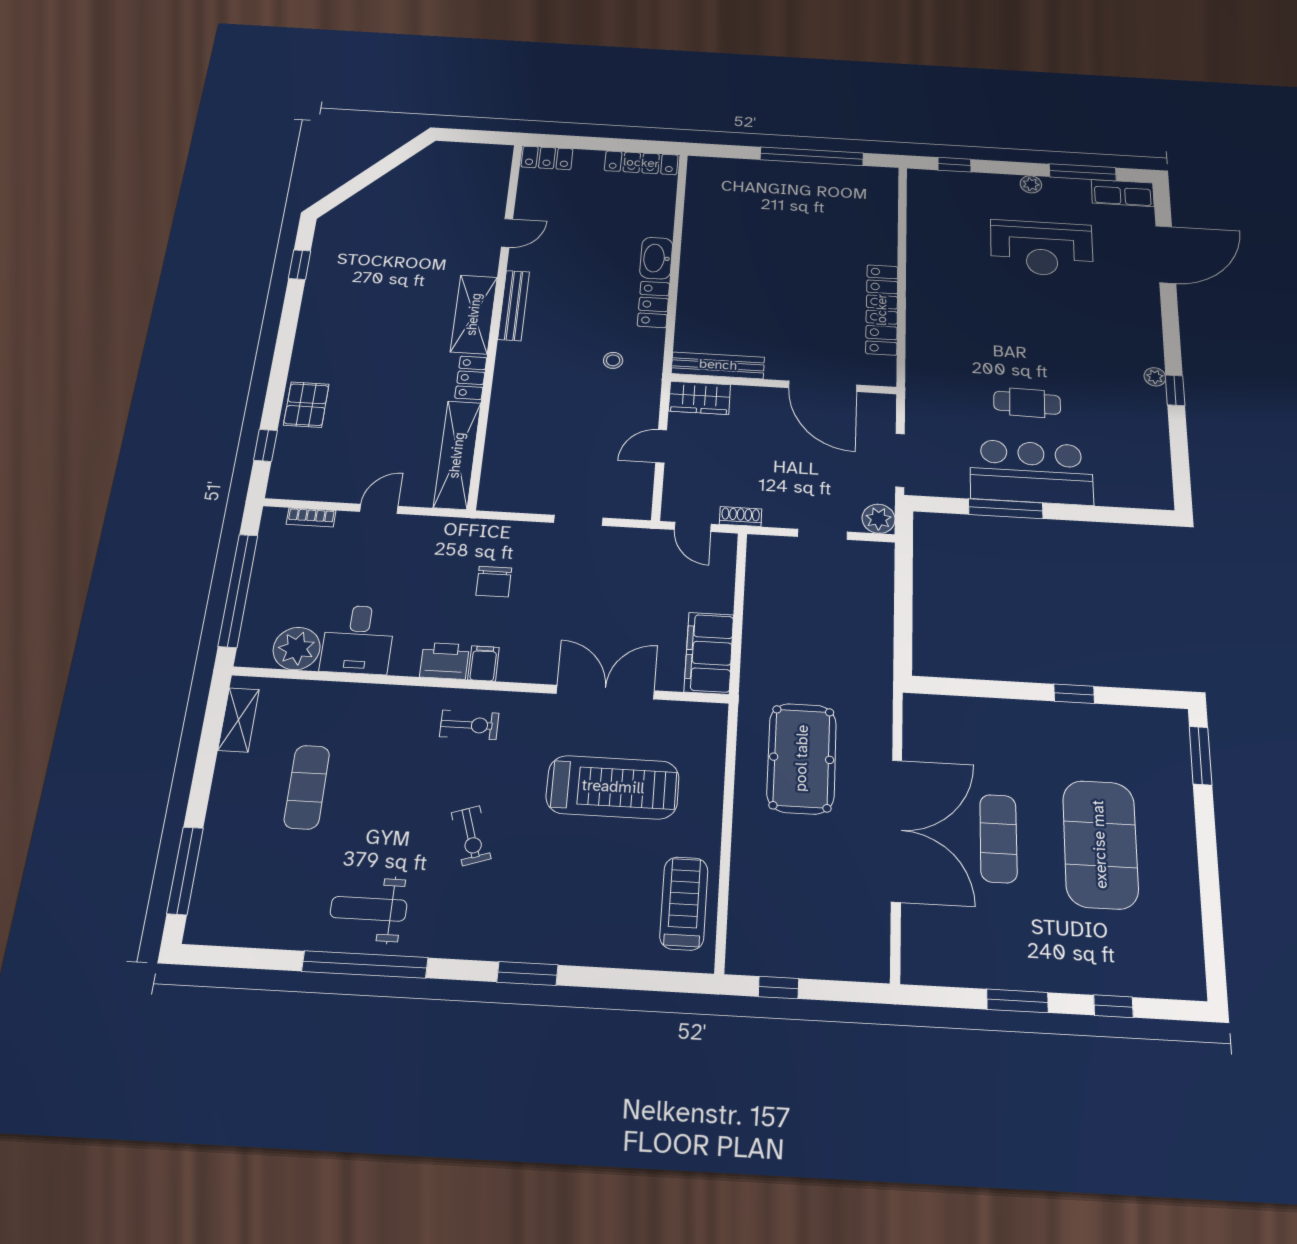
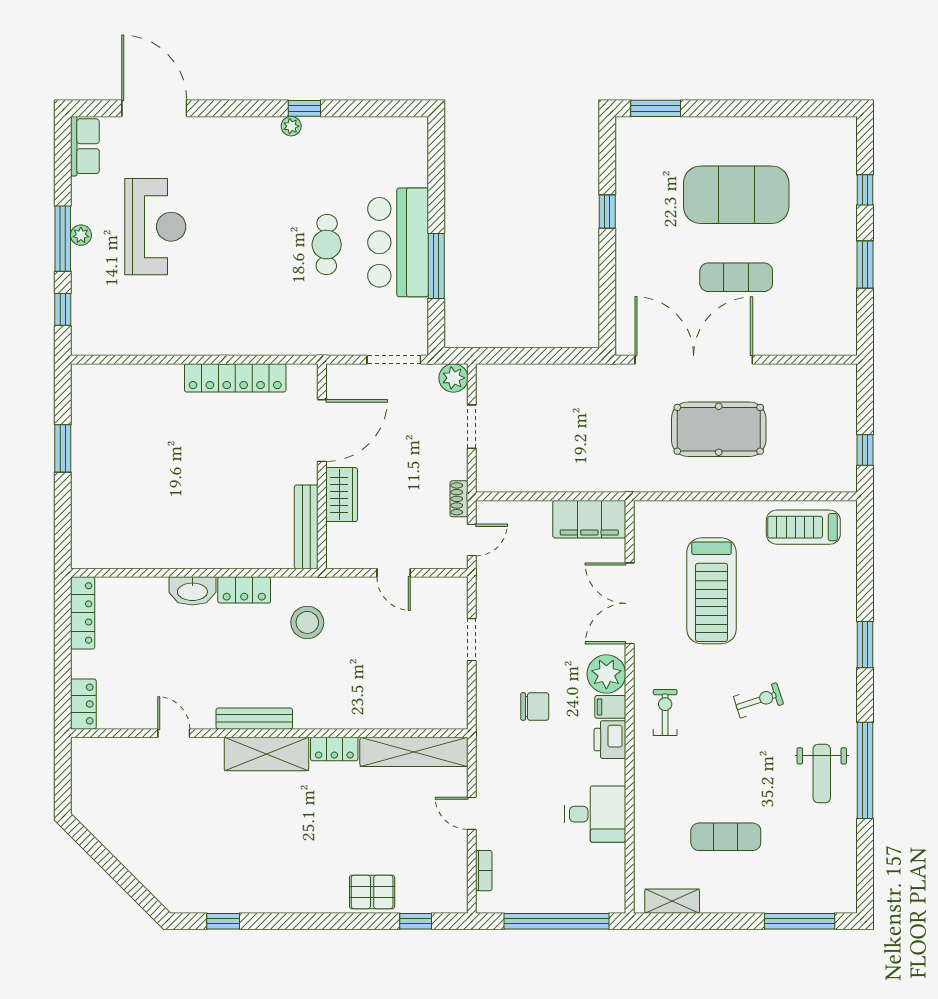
window: (812, 156) -> (63, 448), width x0.47
window: (1083, 172) -> (63, 239), moved
stool: (613, 360) -> (307, 622), width x1.89, depth x1.89
wardrobe: (699, 398) -> (342, 495), moved
plant: (297, 648) -> (606, 674), moved
pool table: (802, 758) -> (719, 429), moved
treadmill: (613, 787) -> (711, 591), turned 180
double door: (897, 830) -> (694, 360), moved

